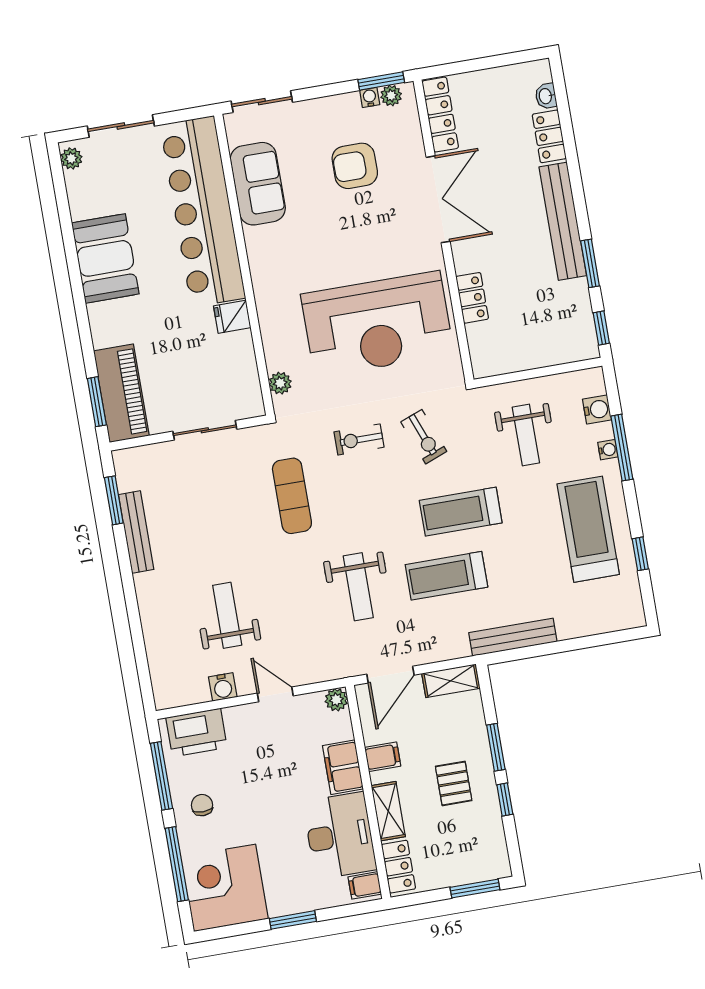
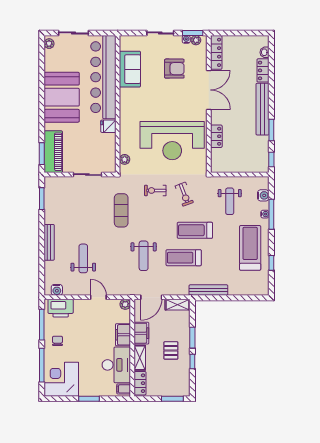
sliding door: (262, 102) -> (160, 33), moved
armchair: (355, 166) -> (174, 69), turned 180
booth: (105, 258) -> (62, 97), width x1.36, depth x1.42
bench: (136, 532) -> (49, 242), moved
water cooler: (223, 687) -> (57, 290), moved
filing cabinet: (383, 757) -> (141, 333), width x2.00

